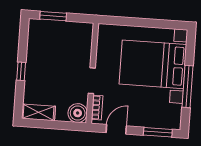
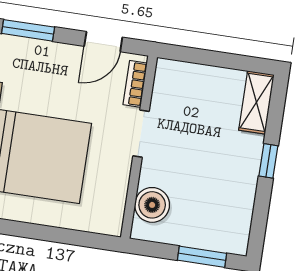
shelving: (38, 112) -> (256, 102), moved, turned 90
boiler: (78, 113) -> (152, 205), moved

